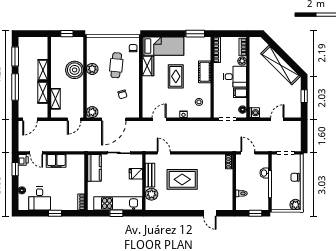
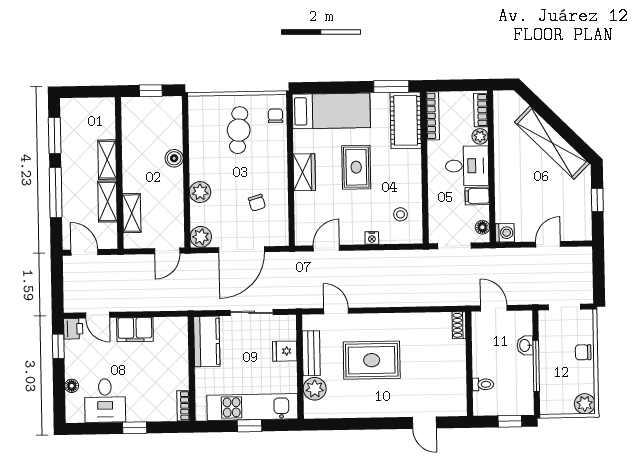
cafe table: (116, 65) -> (239, 130), moved
wardrobe: (148, 66) -> (304, 172), moved
plant: (92, 69) -> (200, 192), moved
boiler: (75, 70) -> (174, 158), width x0.54, depth x0.54
cot: (205, 72) -> (406, 120), moved, width x1.37, depth x1.34
door: (30, 119) -> (84, 252), swing flipped

